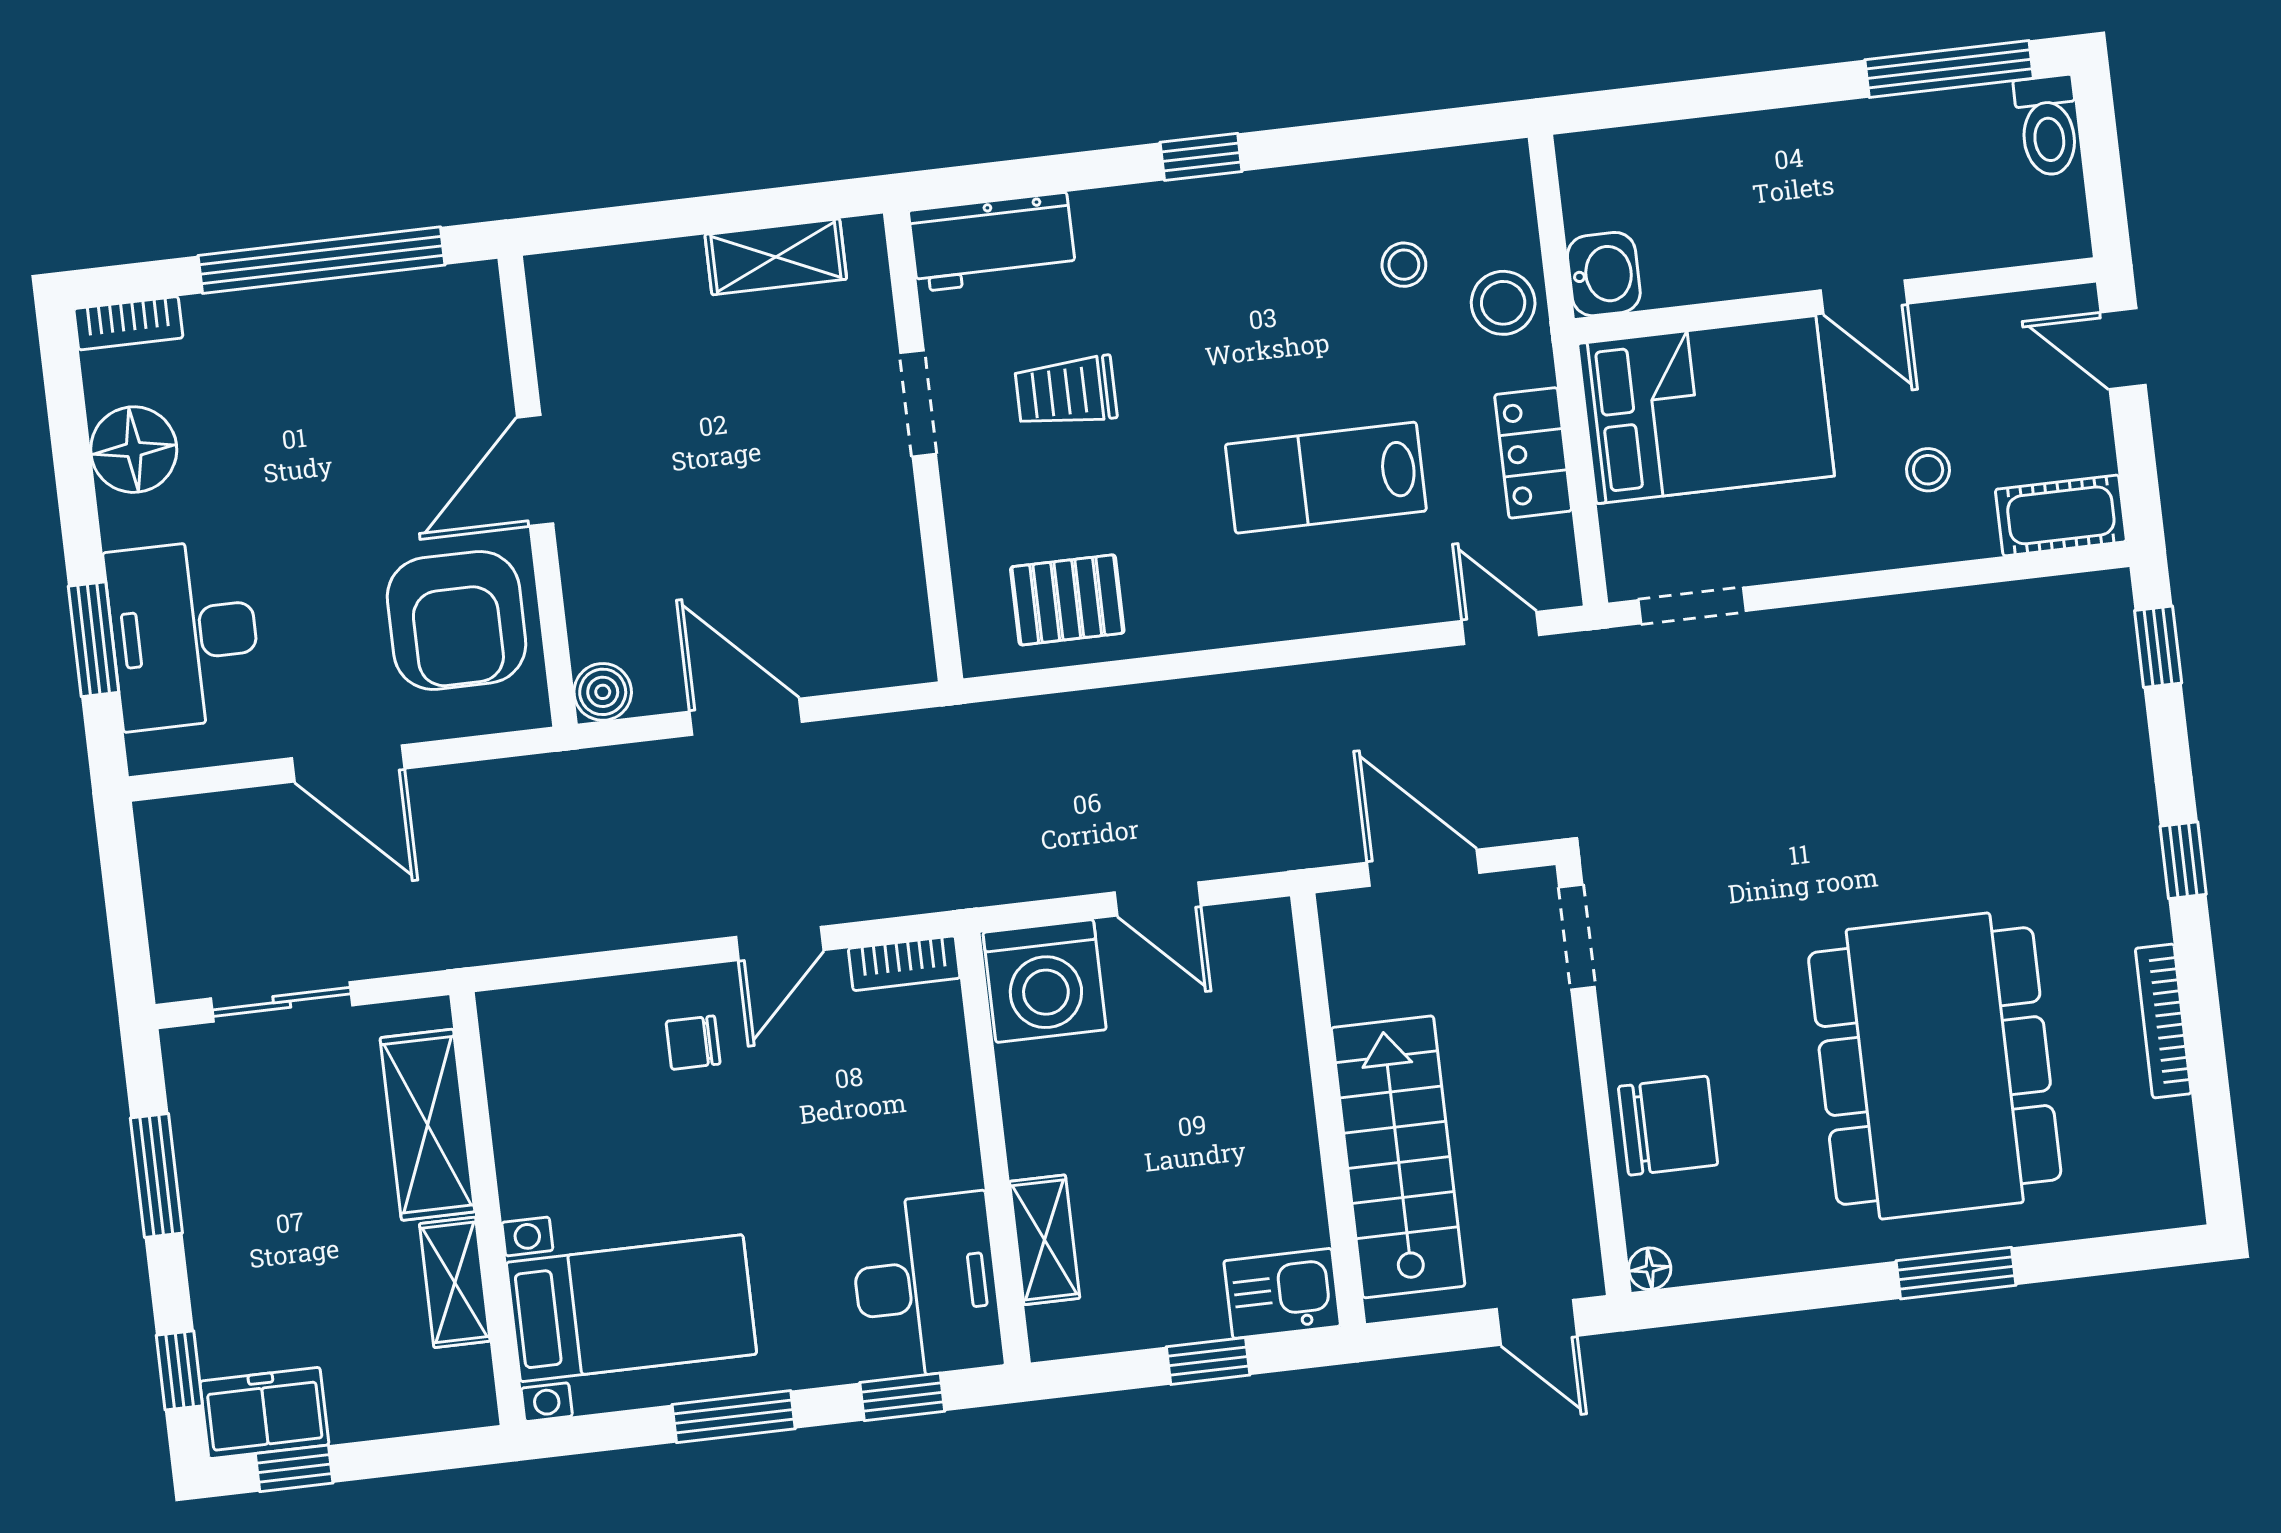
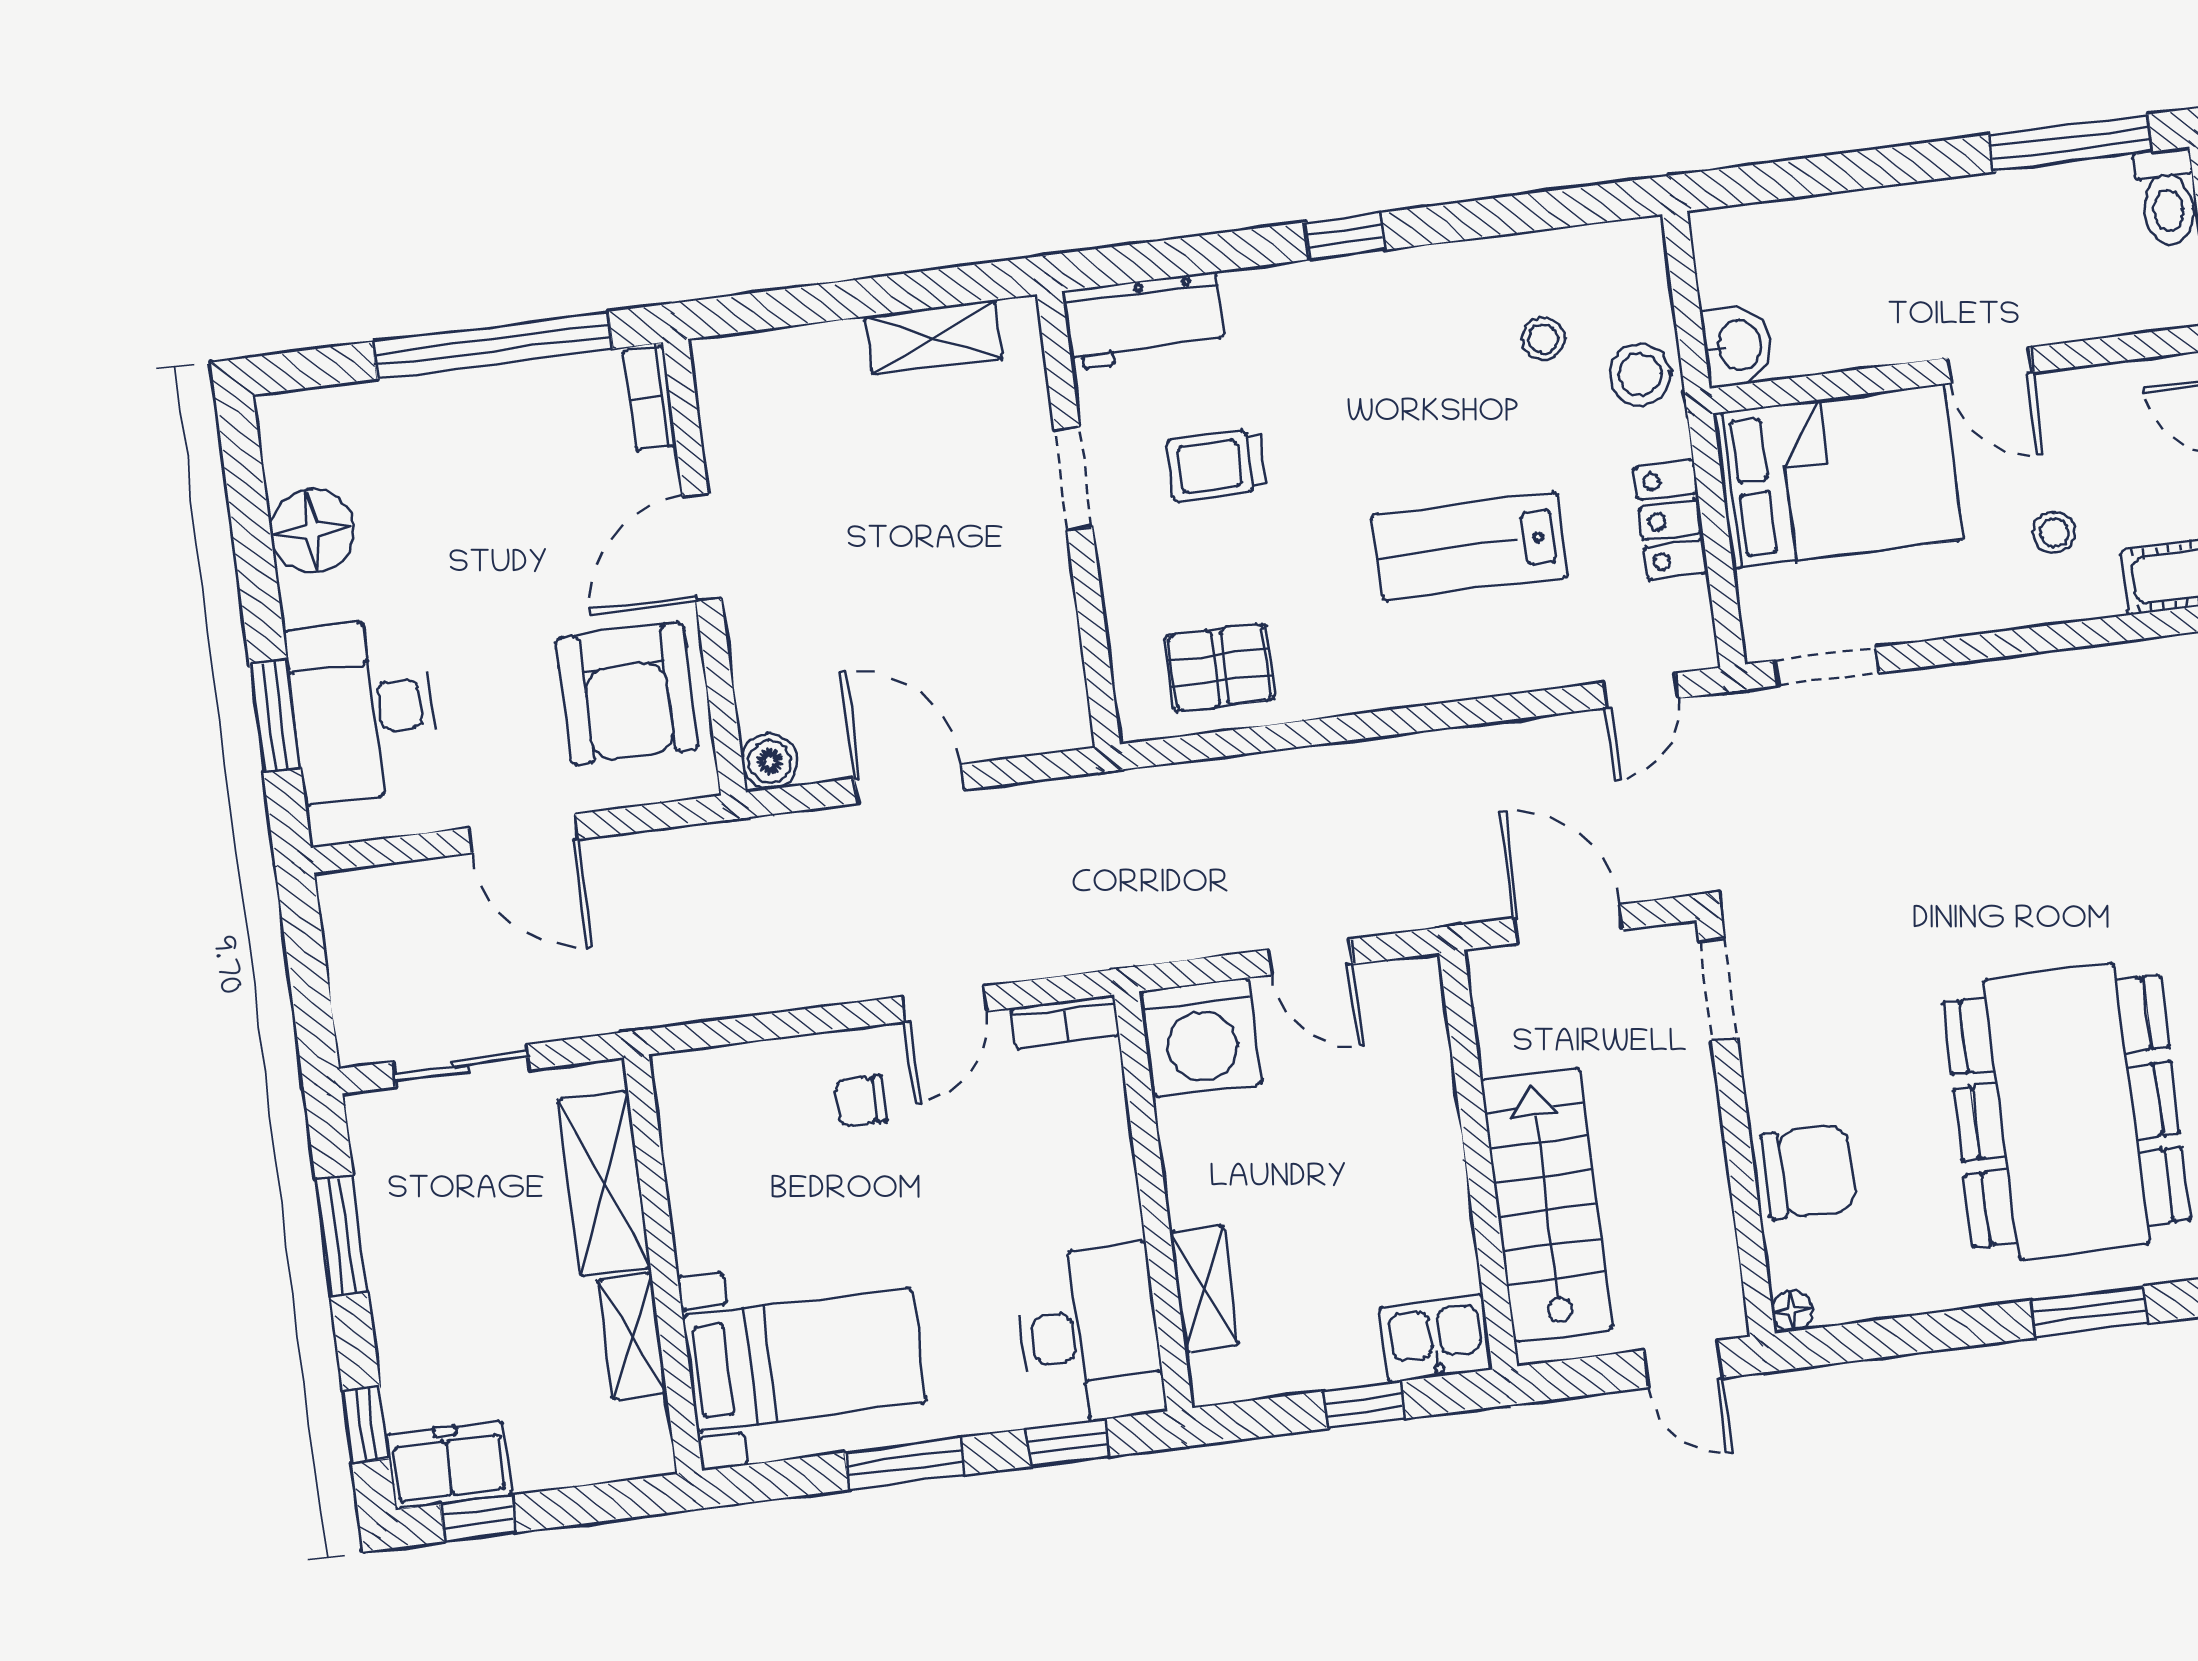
bookcase: (128, 323) -> (650, 398), moved, turned 90
door: (1500, 628) -> (1641, 690), swing flipped

